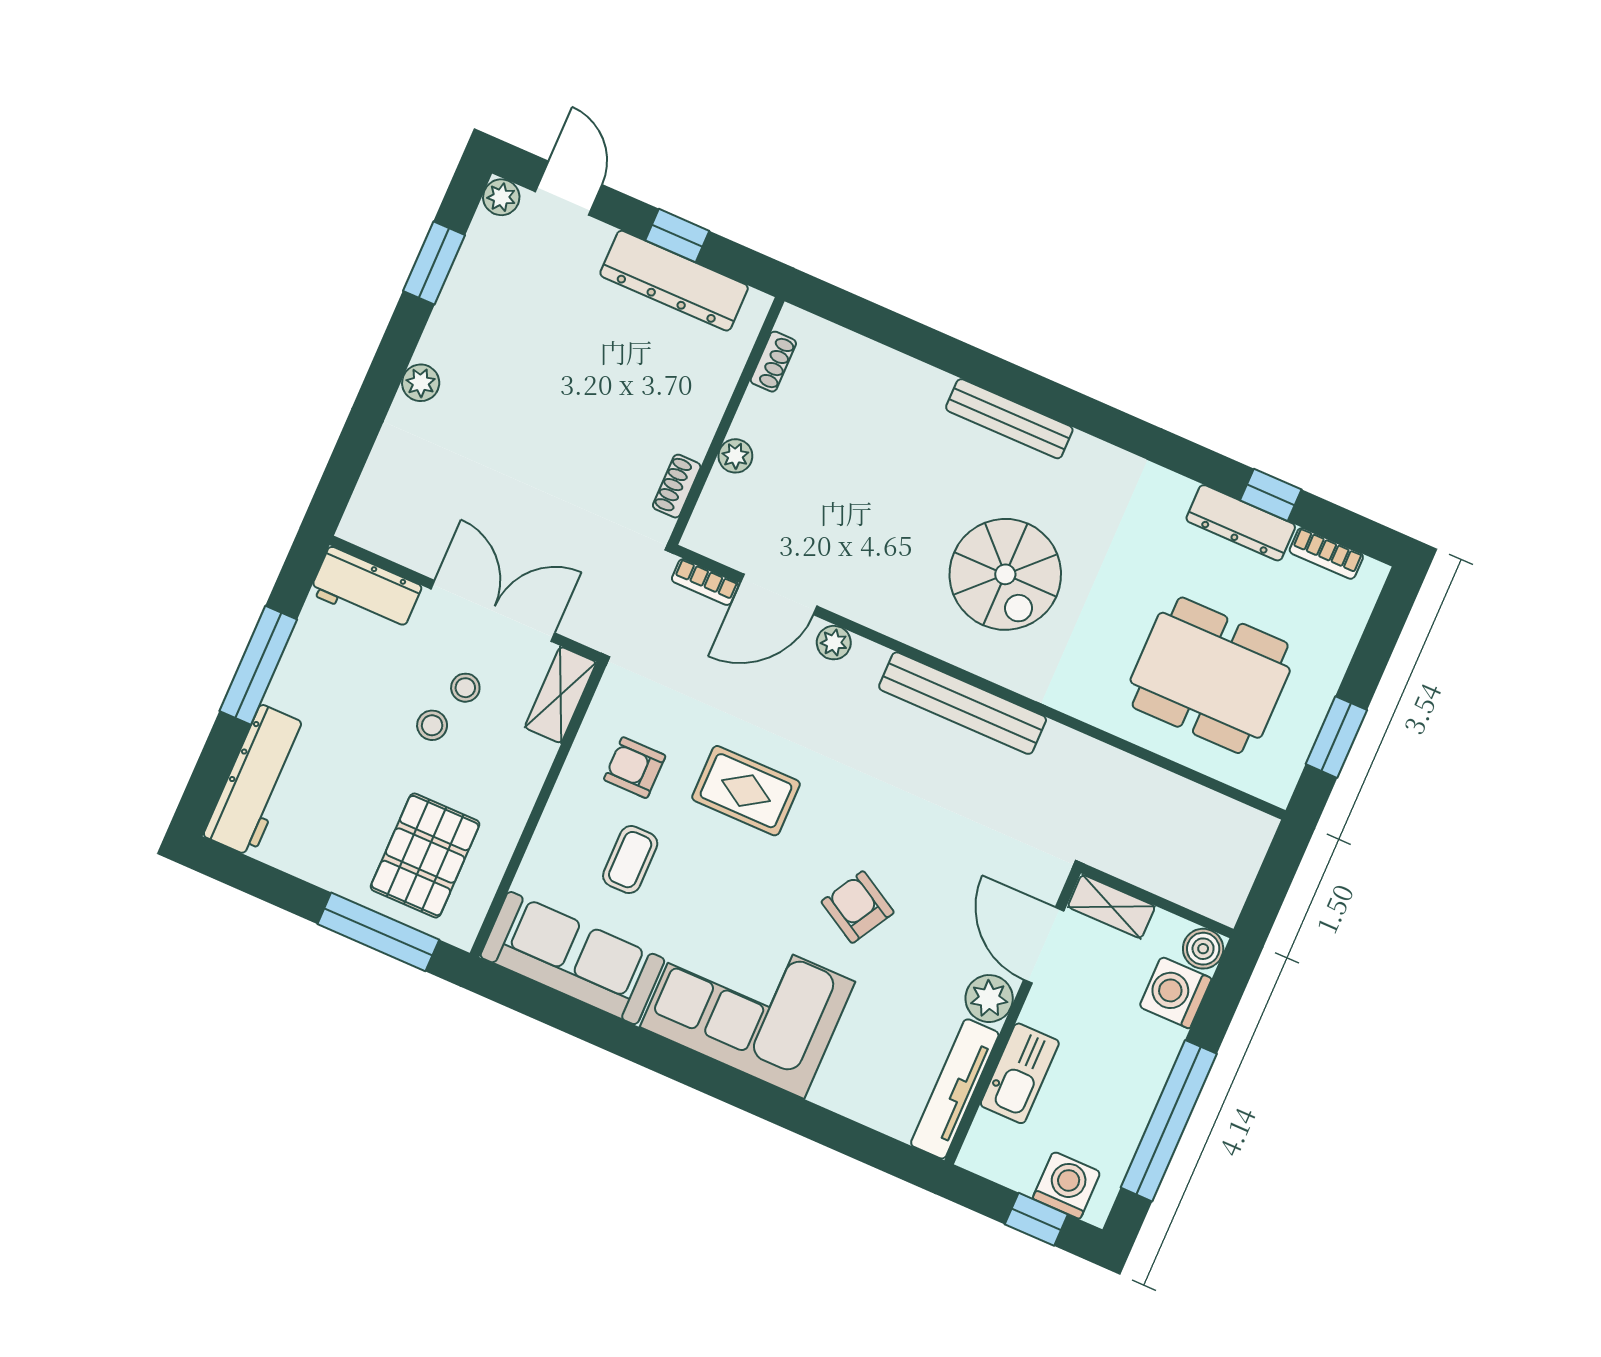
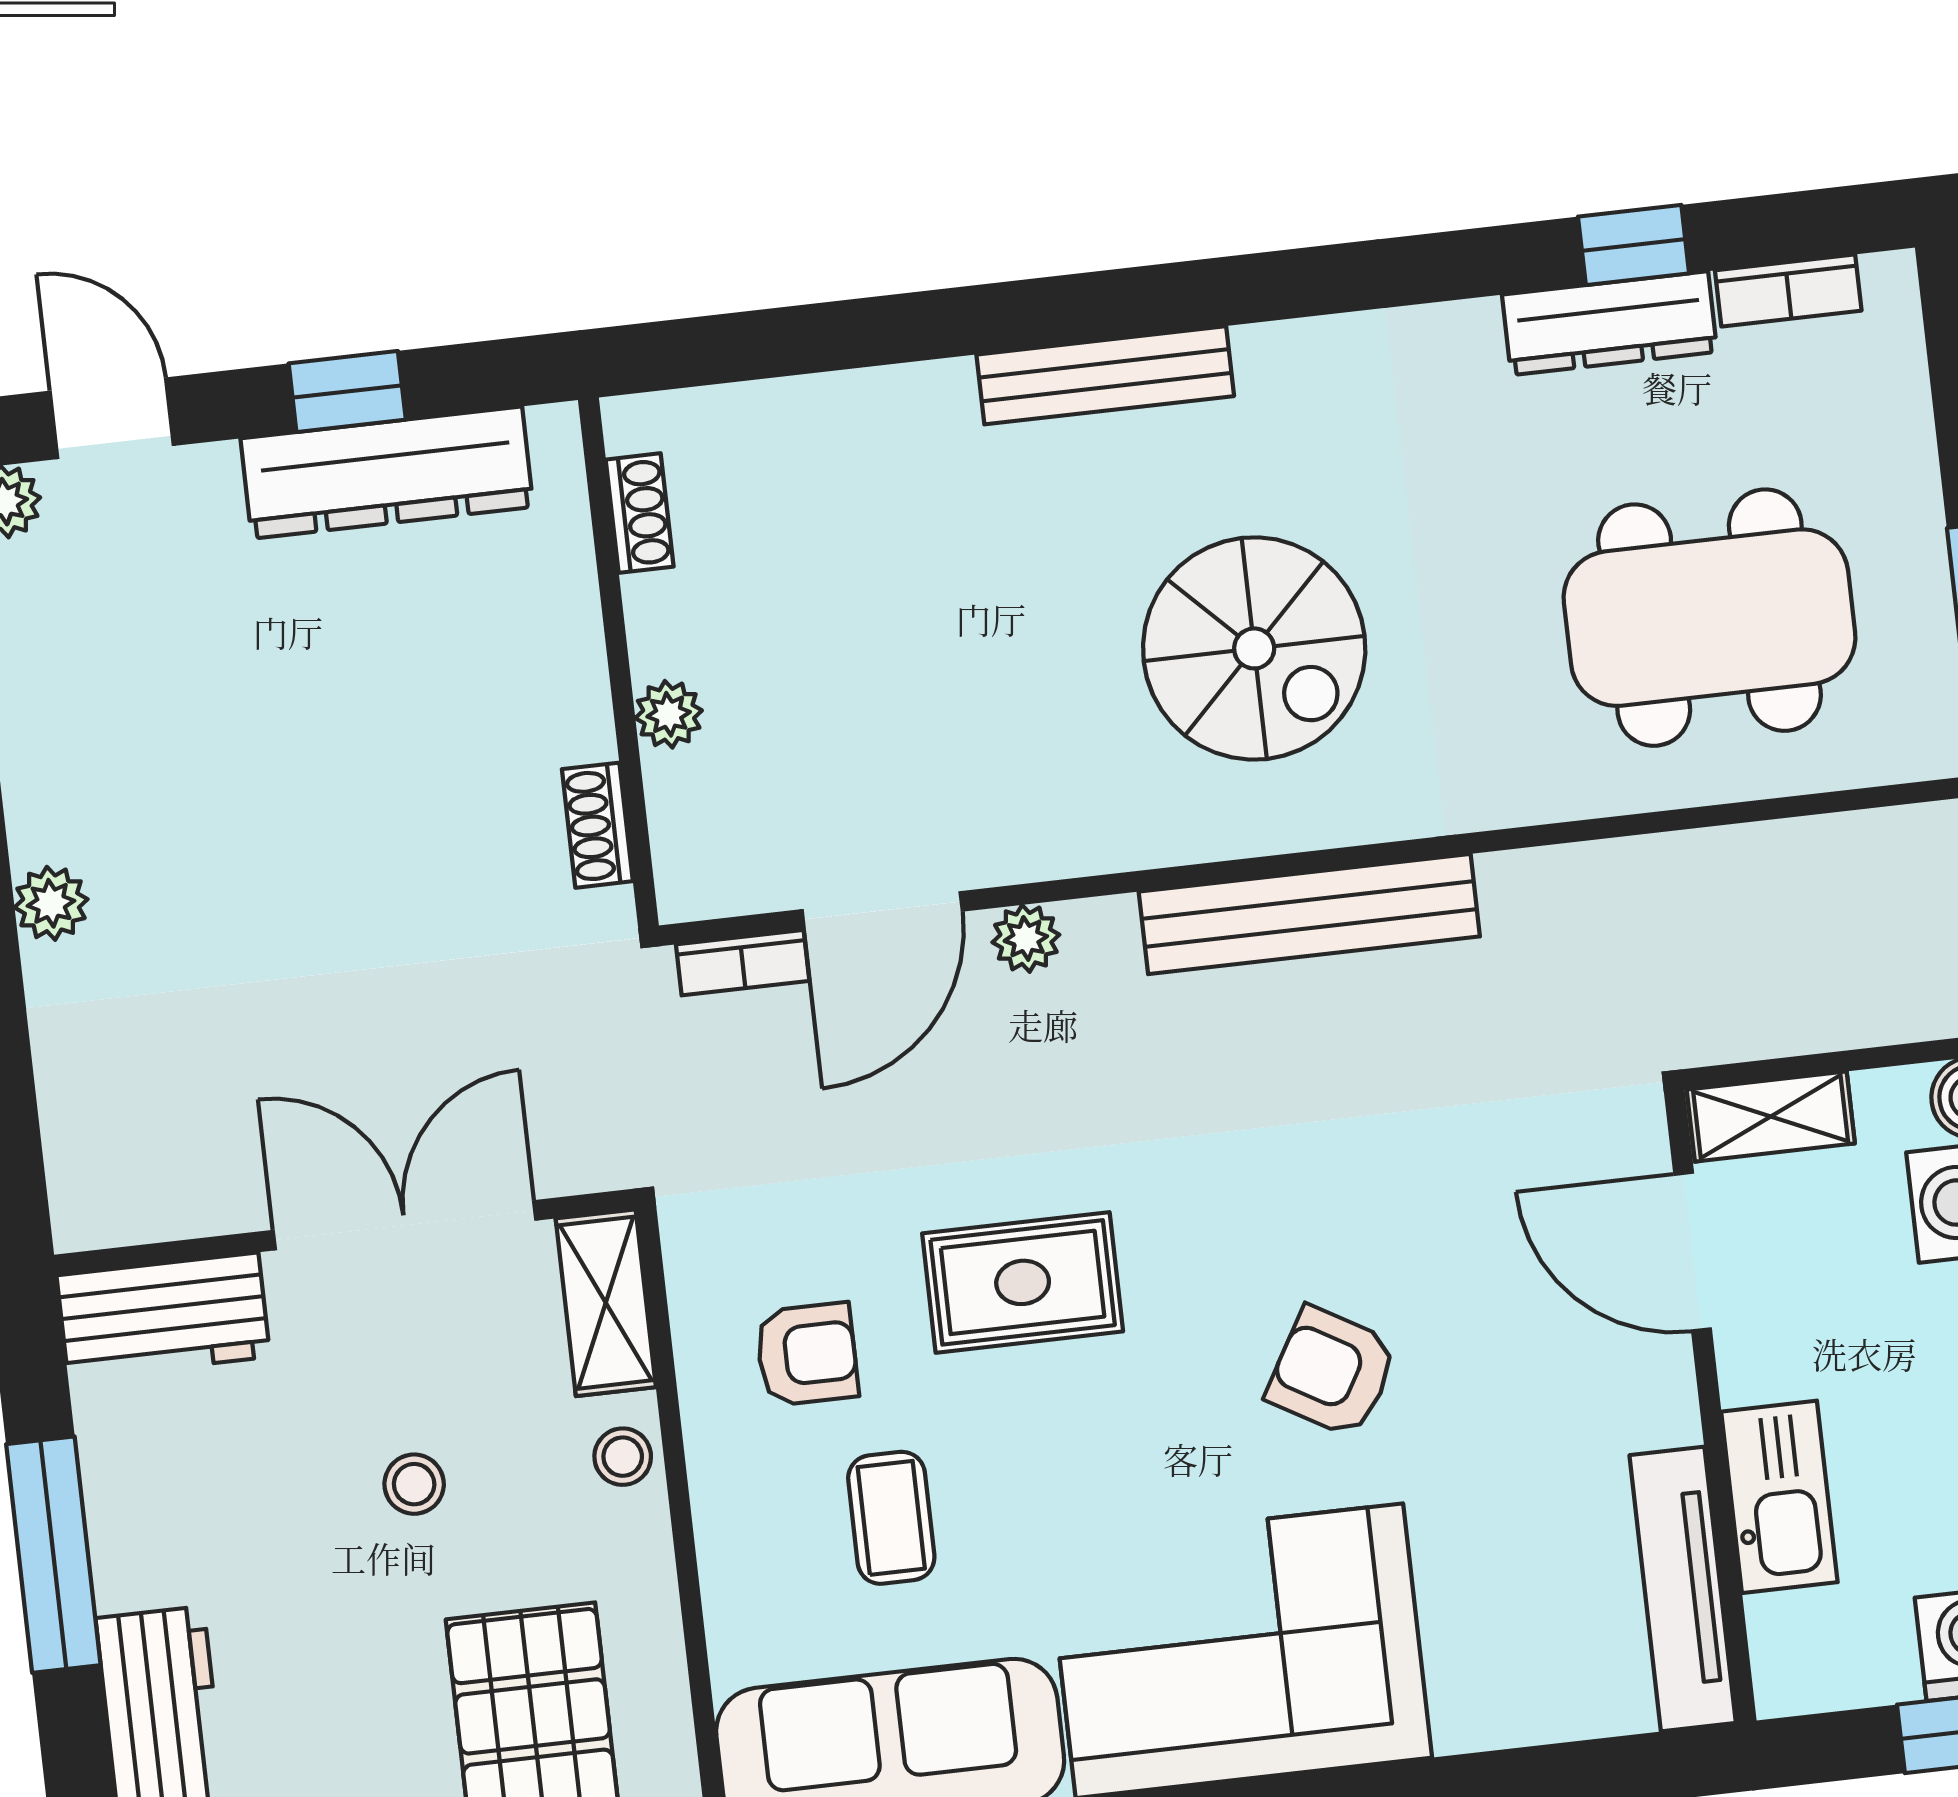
stool: (465, 688) -> (623, 1457), moved
armchair: (635, 768) -> (807, 1354), turned 180
plant: (989, 999) -> (1651, 1398), removed

